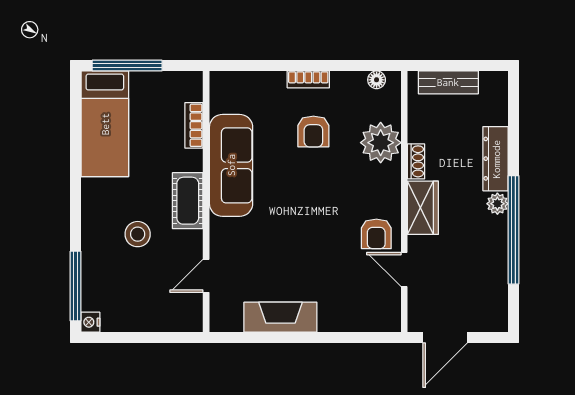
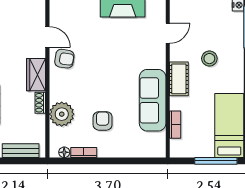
bookcase: (308, 79) -> (84, 153), moved
armchair: (376, 234) -> (64, 59), turned 99

